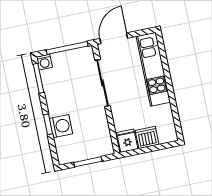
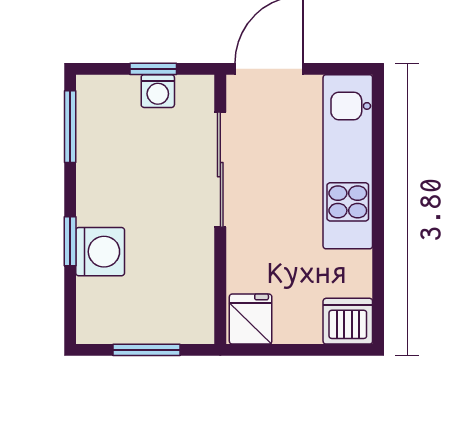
window: (67, 48) -> (153, 69), width x0.46
washing machine: (44, 62) -> (158, 91), moved
dishwasher: (147, 137) -> (348, 321), moved

